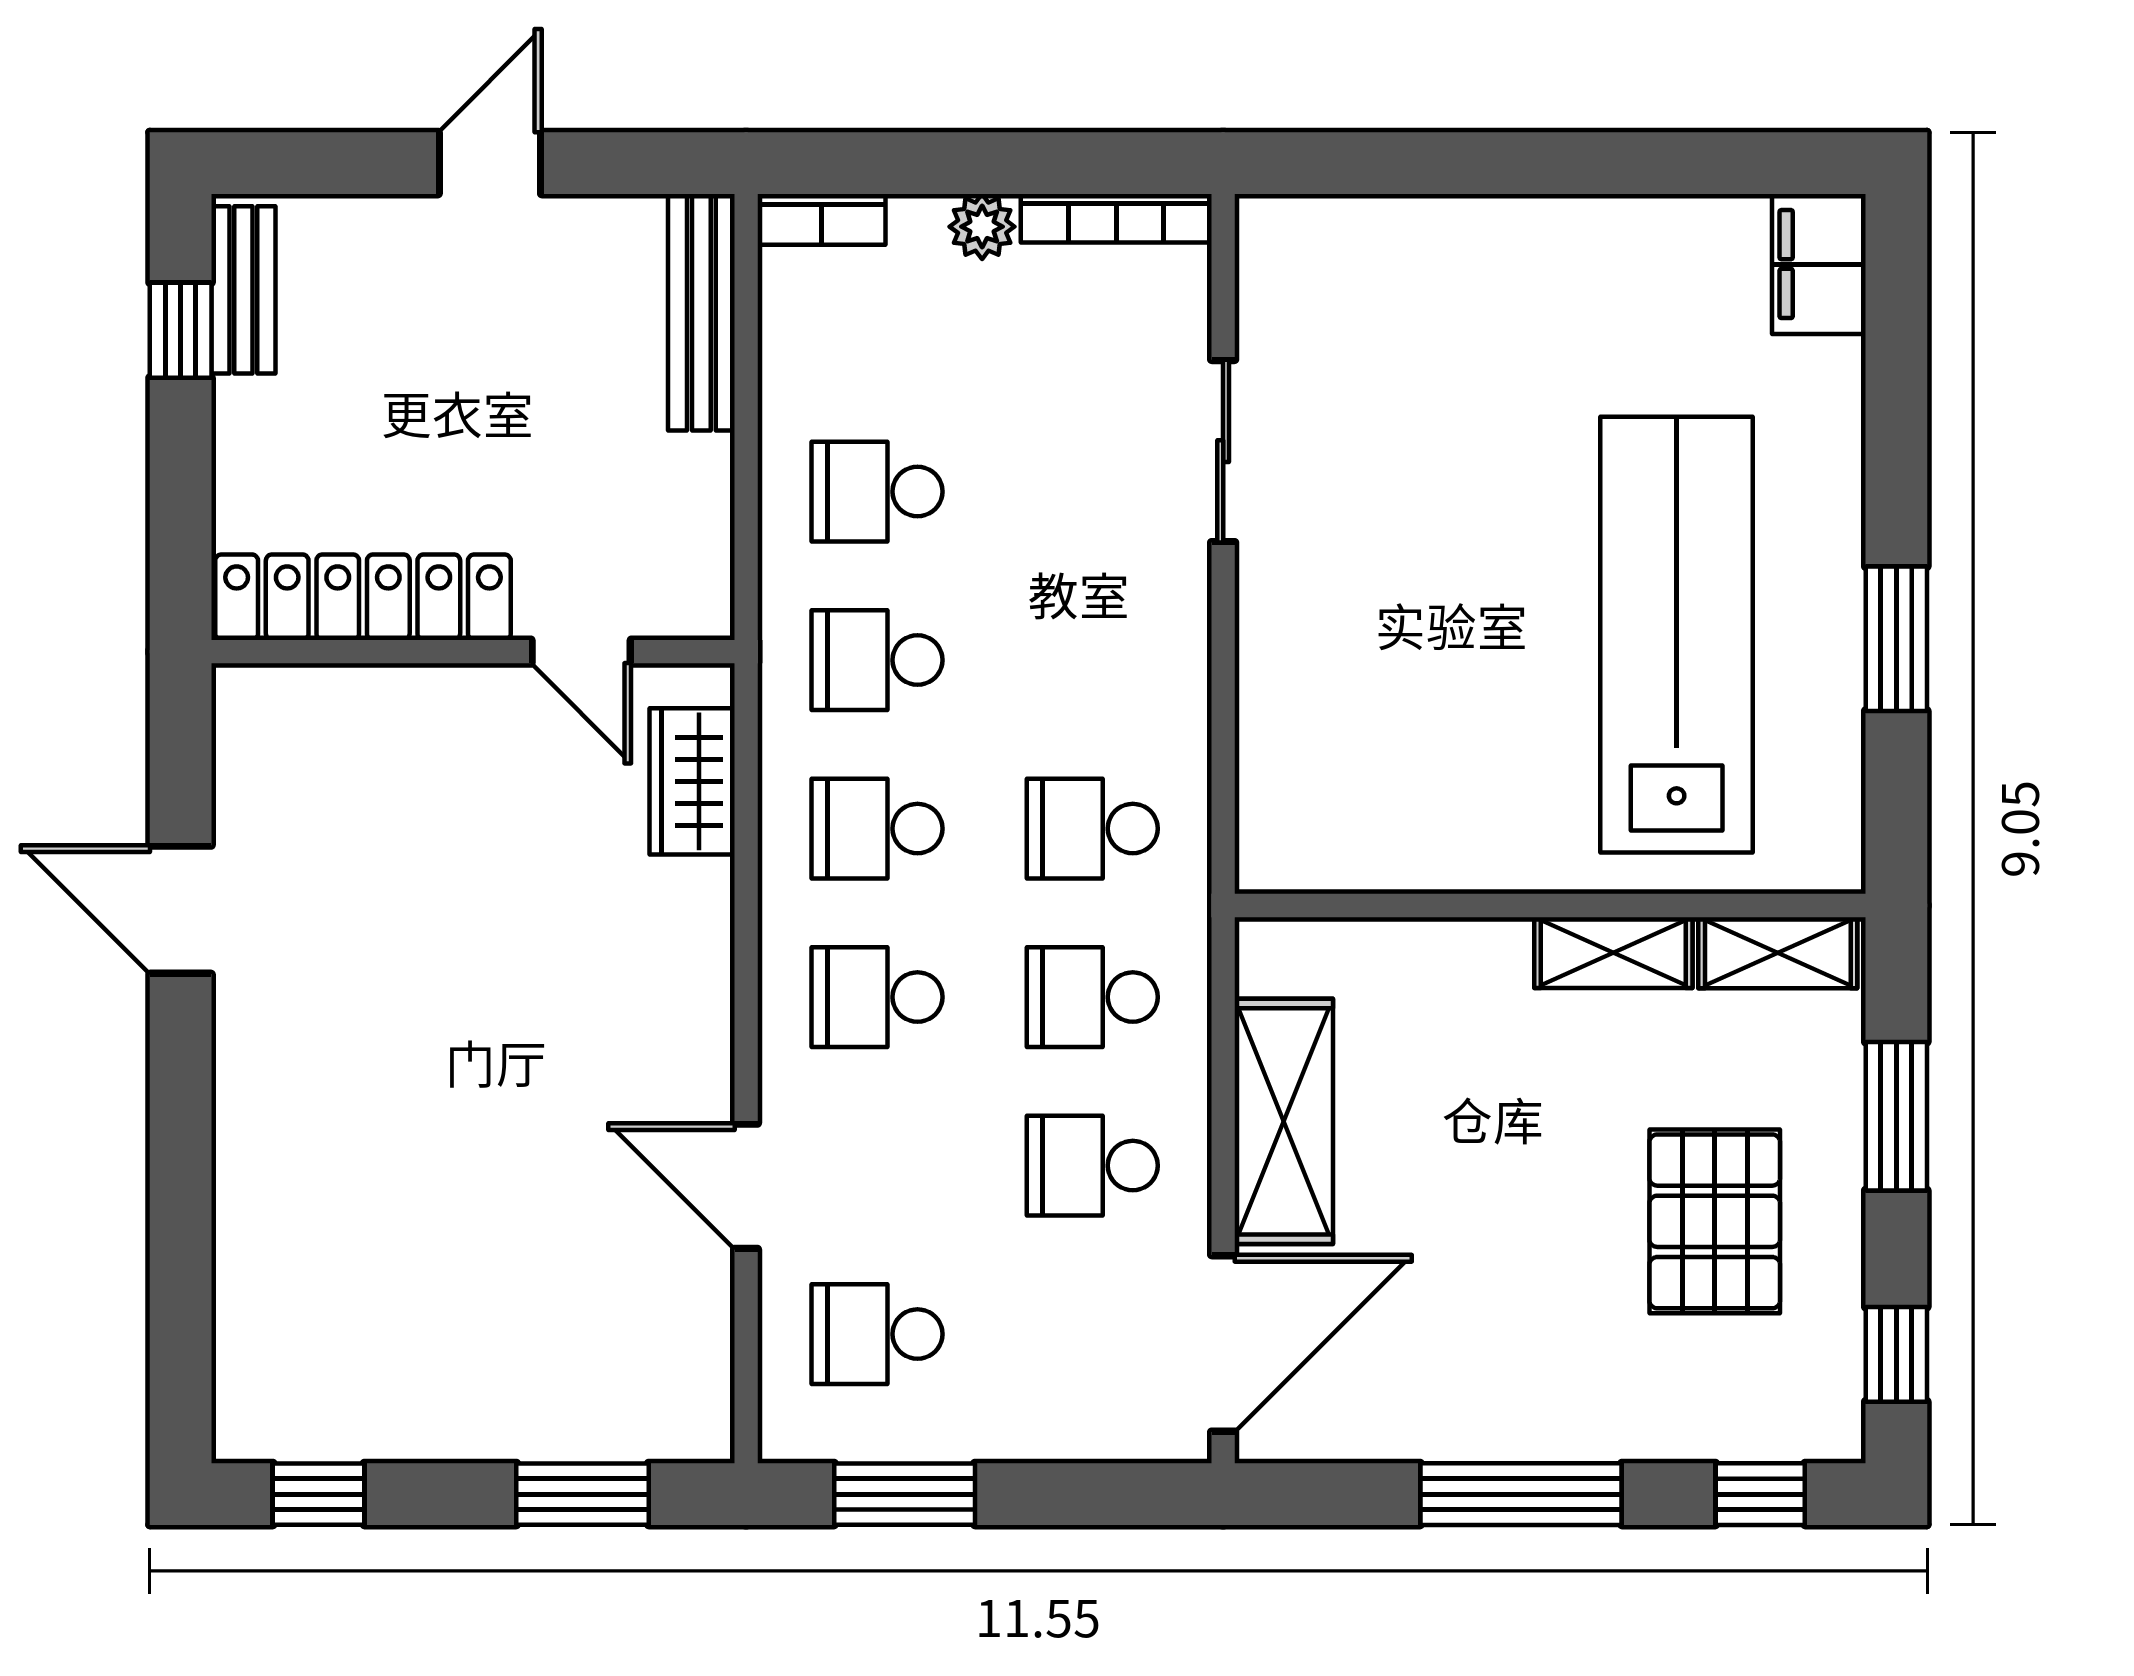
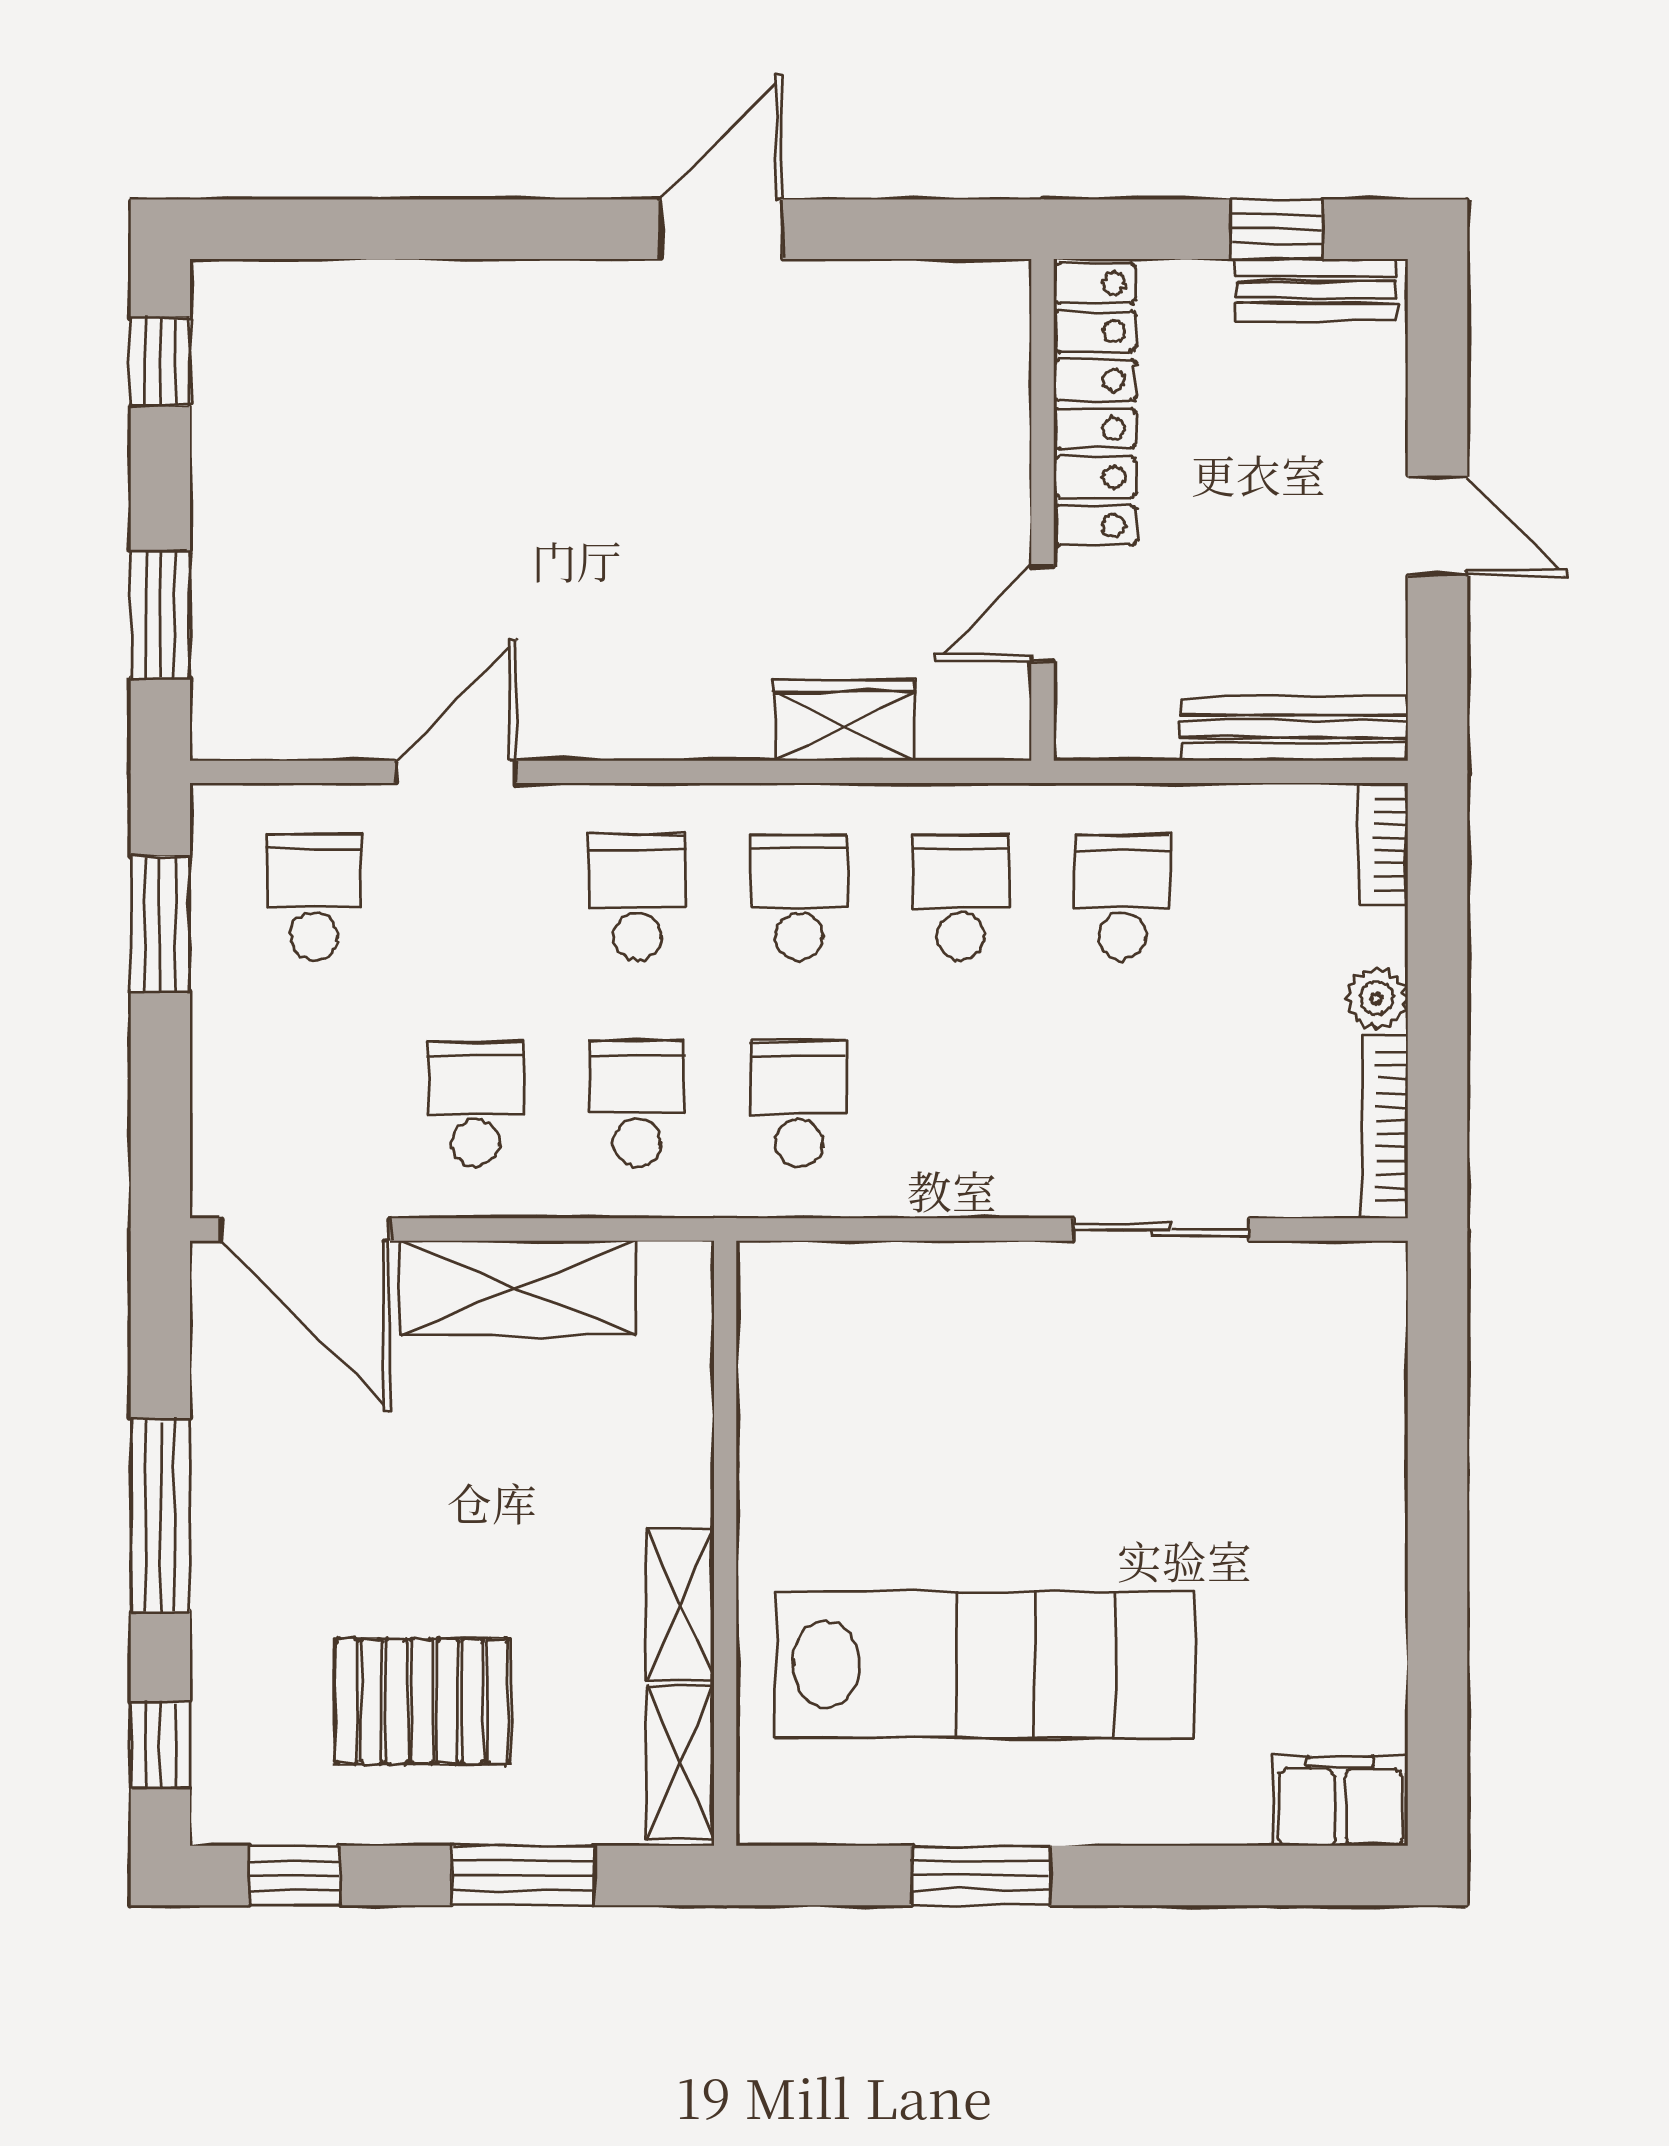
locker: (363, 597) -> (1095, 404), moved
wall: (473, 652) -> (1043, 510), moved
door: (581, 652) -> (1043, 614), moved

